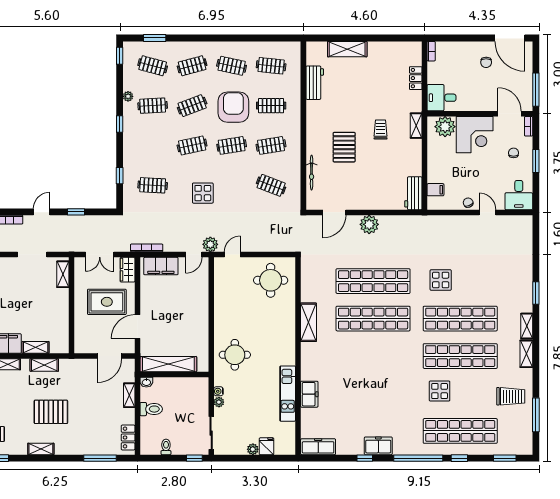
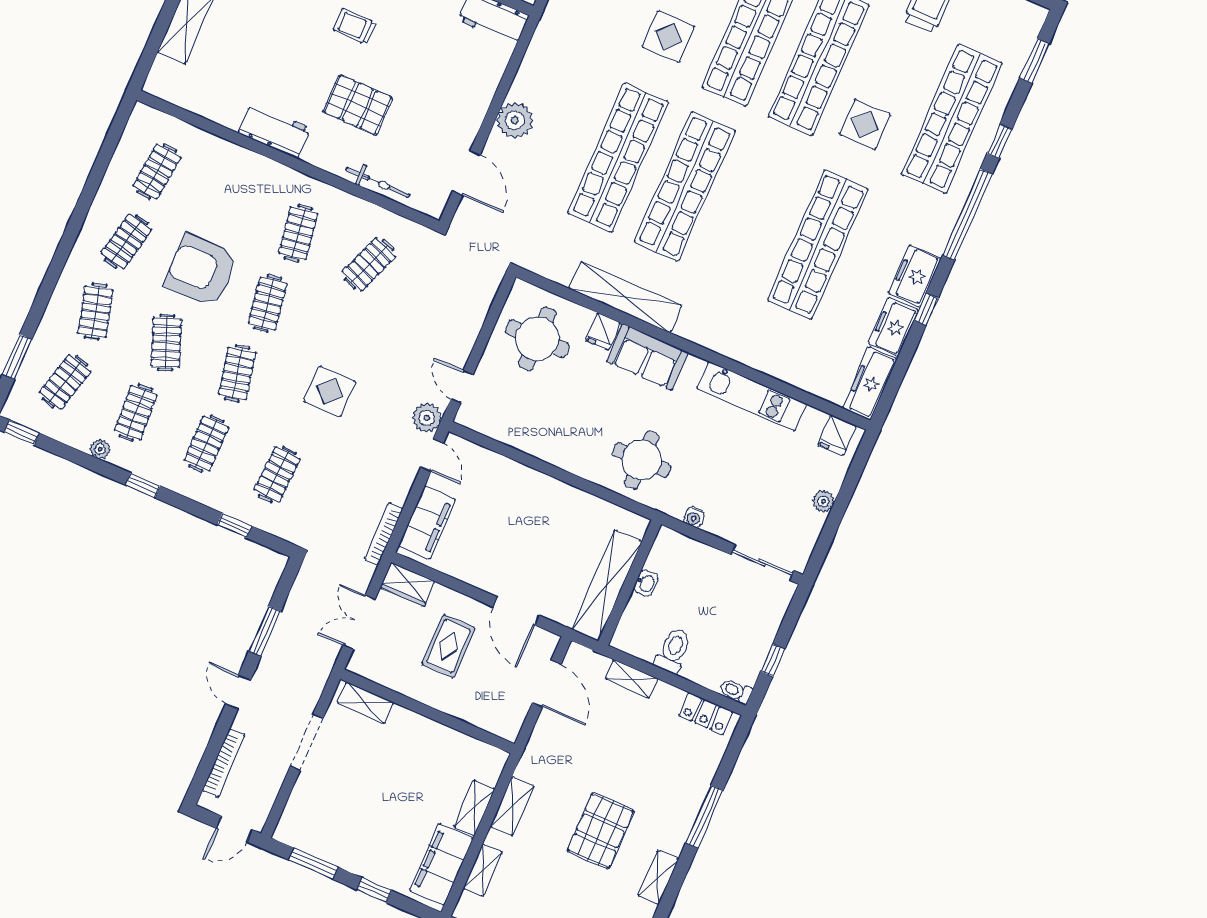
workbench: (315, 83) -> (275, 131), moved
clothes rail: (271, 106) -> (206, 444), moved
window: (76, 212) -> (265, 631), width x1.50
double door: (100, 255) -> (359, 622), swing flipped
rug: (107, 302) -> (449, 646), width x0.73, depth x0.70
fridge: (288, 310) -> (603, 331), added
shelving: (308, 322) -> (625, 297), width x1.47
sofa: (285, 336) -> (647, 357), added
washbasin: (146, 382) -> (646, 583), moved
freezer: (309, 394) -> (893, 327), moved, turned -90
shop shelf: (373, 394) -> (818, 245), added
plant: (219, 402) -> (713, 525), removed
fridge: (267, 446) -> (837, 435), moved, turned -90
toilet: (166, 447) -> (736, 691), moved
window: (100, 458) -> (704, 817), moved
window: (194, 458) -> (773, 660), moved

